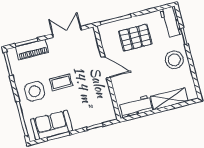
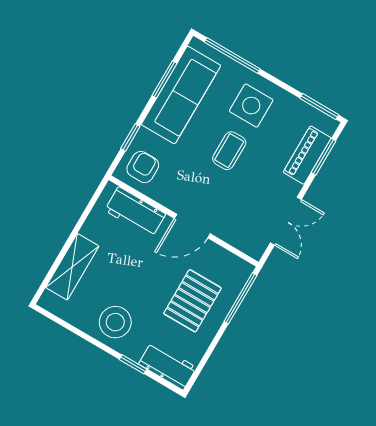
workbench: (136, 106) -> (135, 212), moved, turned 90
armchair: (102, 110) -> (143, 167), added
sofa: (51, 125) -> (181, 95), width x1.36

